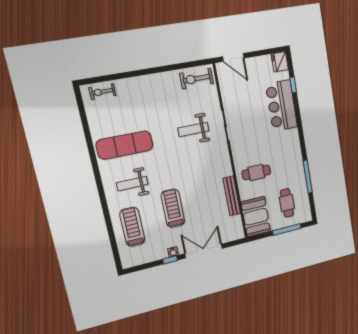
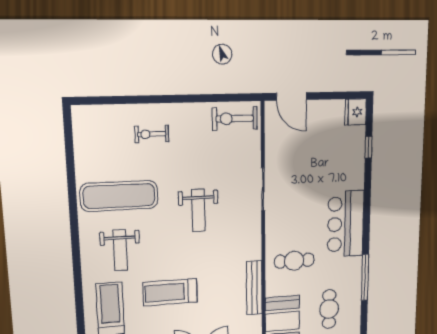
exercise bike: (102, 92) -> (152, 134), moved
bar counter: (282, 106) -> (346, 224), moved
weight bench: (193, 129) -> (198, 210), moved, turned -90
weight bench: (132, 184) -> (120, 250), turned -90
treadmill: (173, 208) -> (170, 292), turned -90

